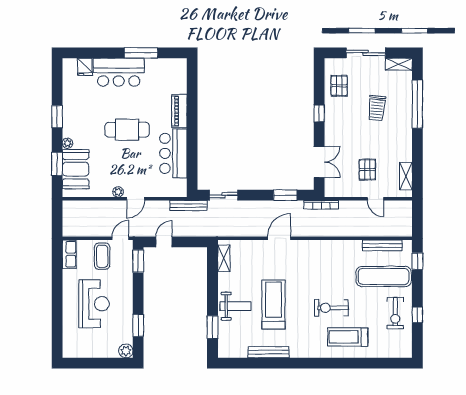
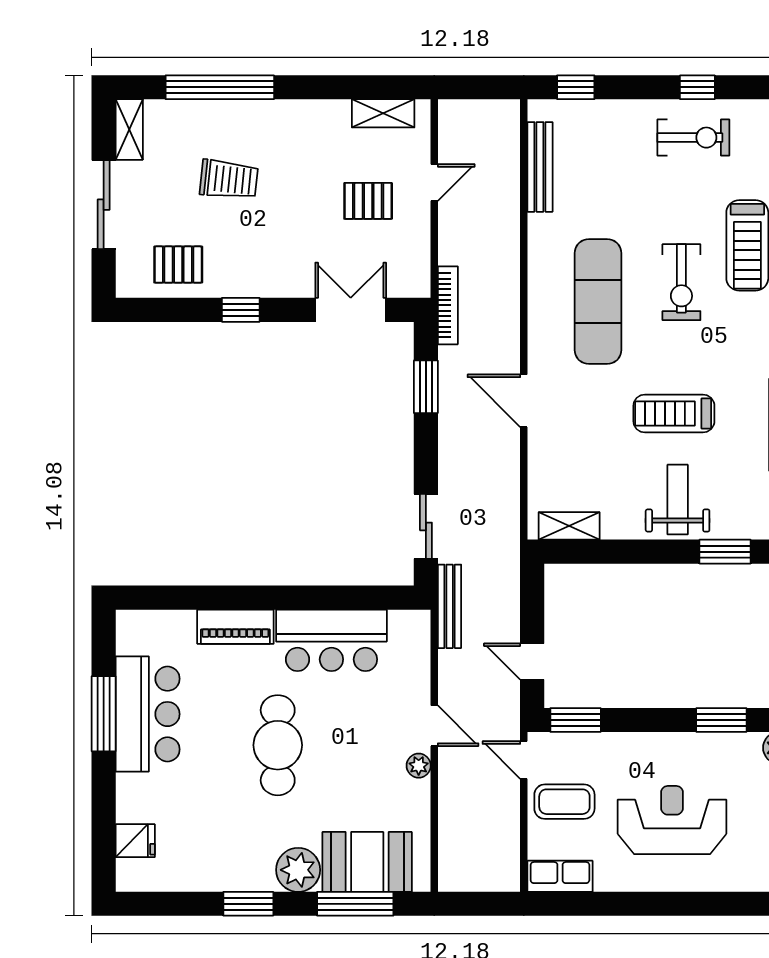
bar counter: (119, 72) -> (148, 714), moved
plant: (68, 143) -> (298, 870), width x1.88, depth x1.88
window: (57, 164) -> (355, 904), width x1.44
exercise mat: (384, 276) -> (598, 302), moved
treadmill: (273, 305) -> (674, 413), width x0.73, depth x0.73

